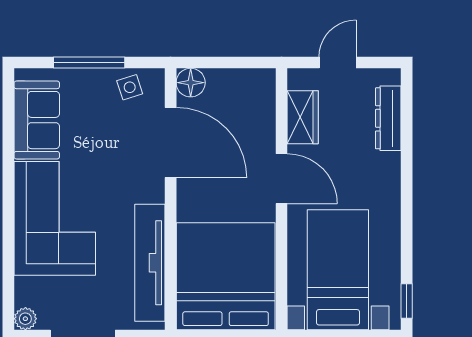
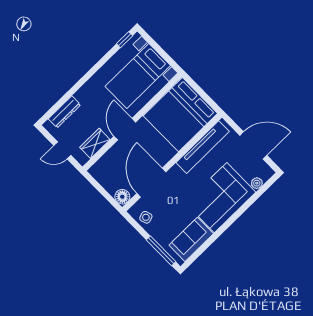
window: (89, 63) -> (161, 251), moved
plant: (25, 319) -> (257, 183), moved

